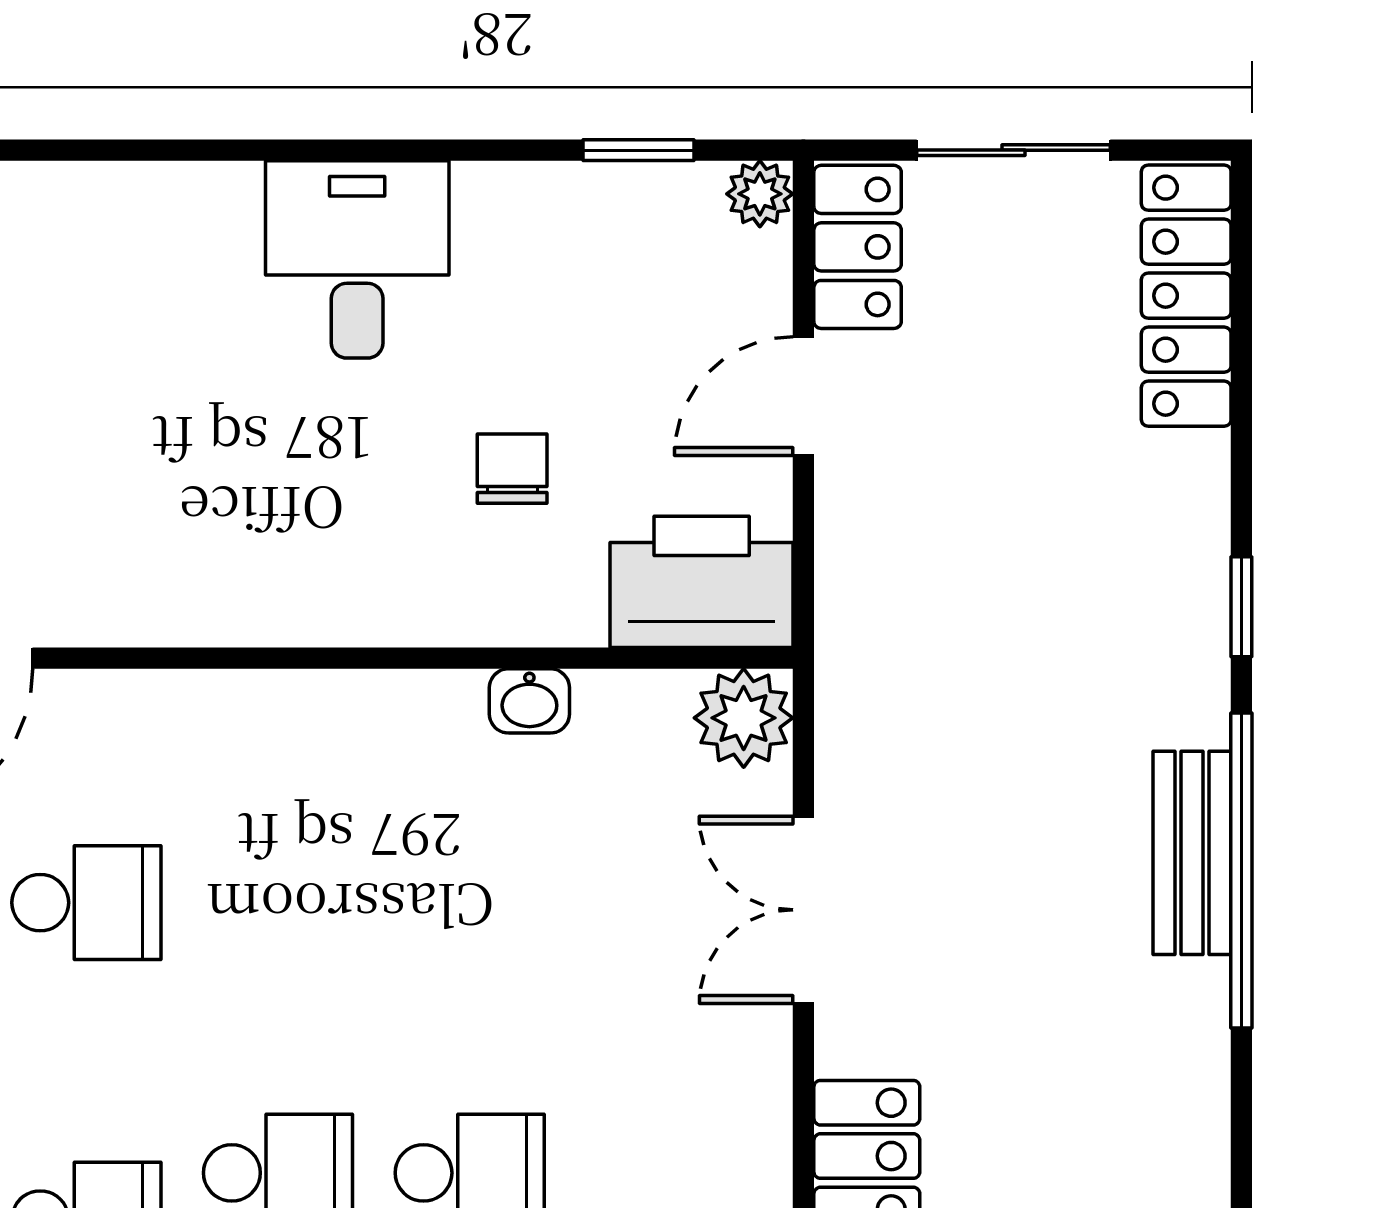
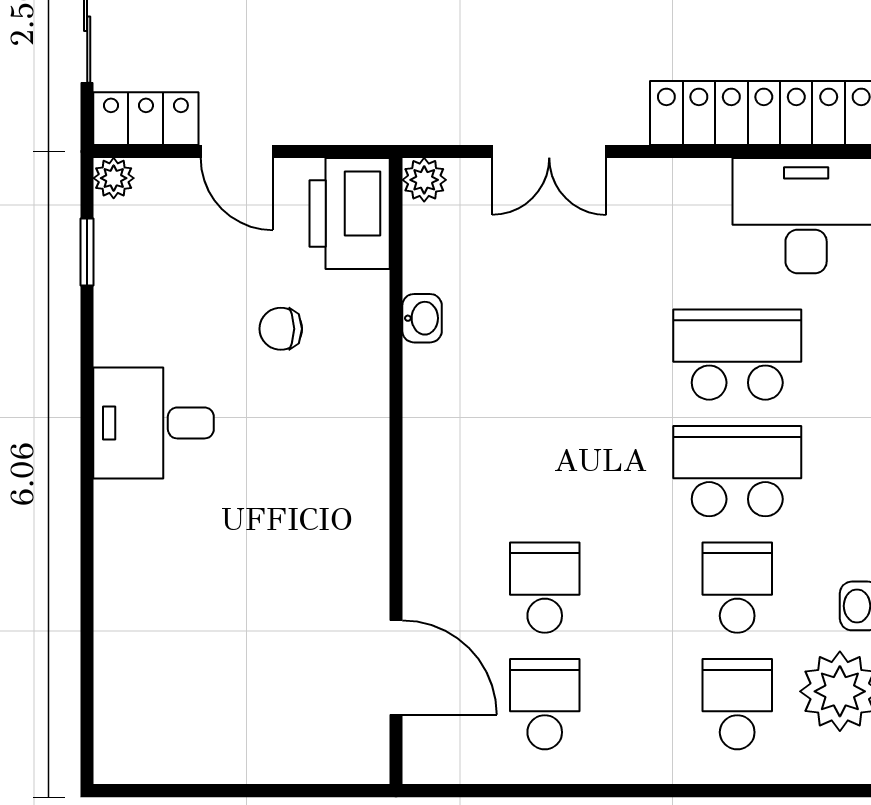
plant: (744, 718) -> (424, 180), width x0.73, depth x0.73

